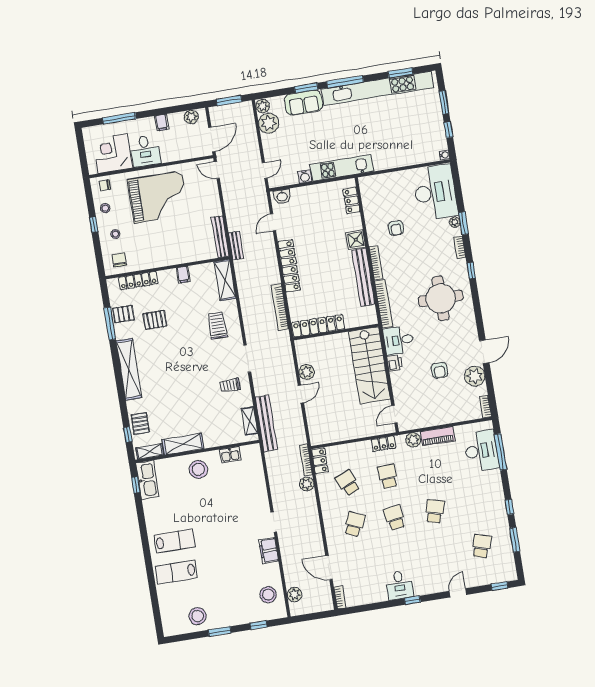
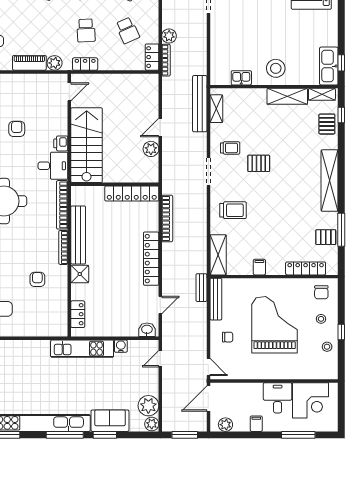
chair: (105, 185) -> (228, 337), moved
grand piano: (158, 197) -> (275, 325), moved, turned 90
pallet: (155, 320) -> (259, 163), moved
trolley: (217, 325) -> (233, 210), turned -90

